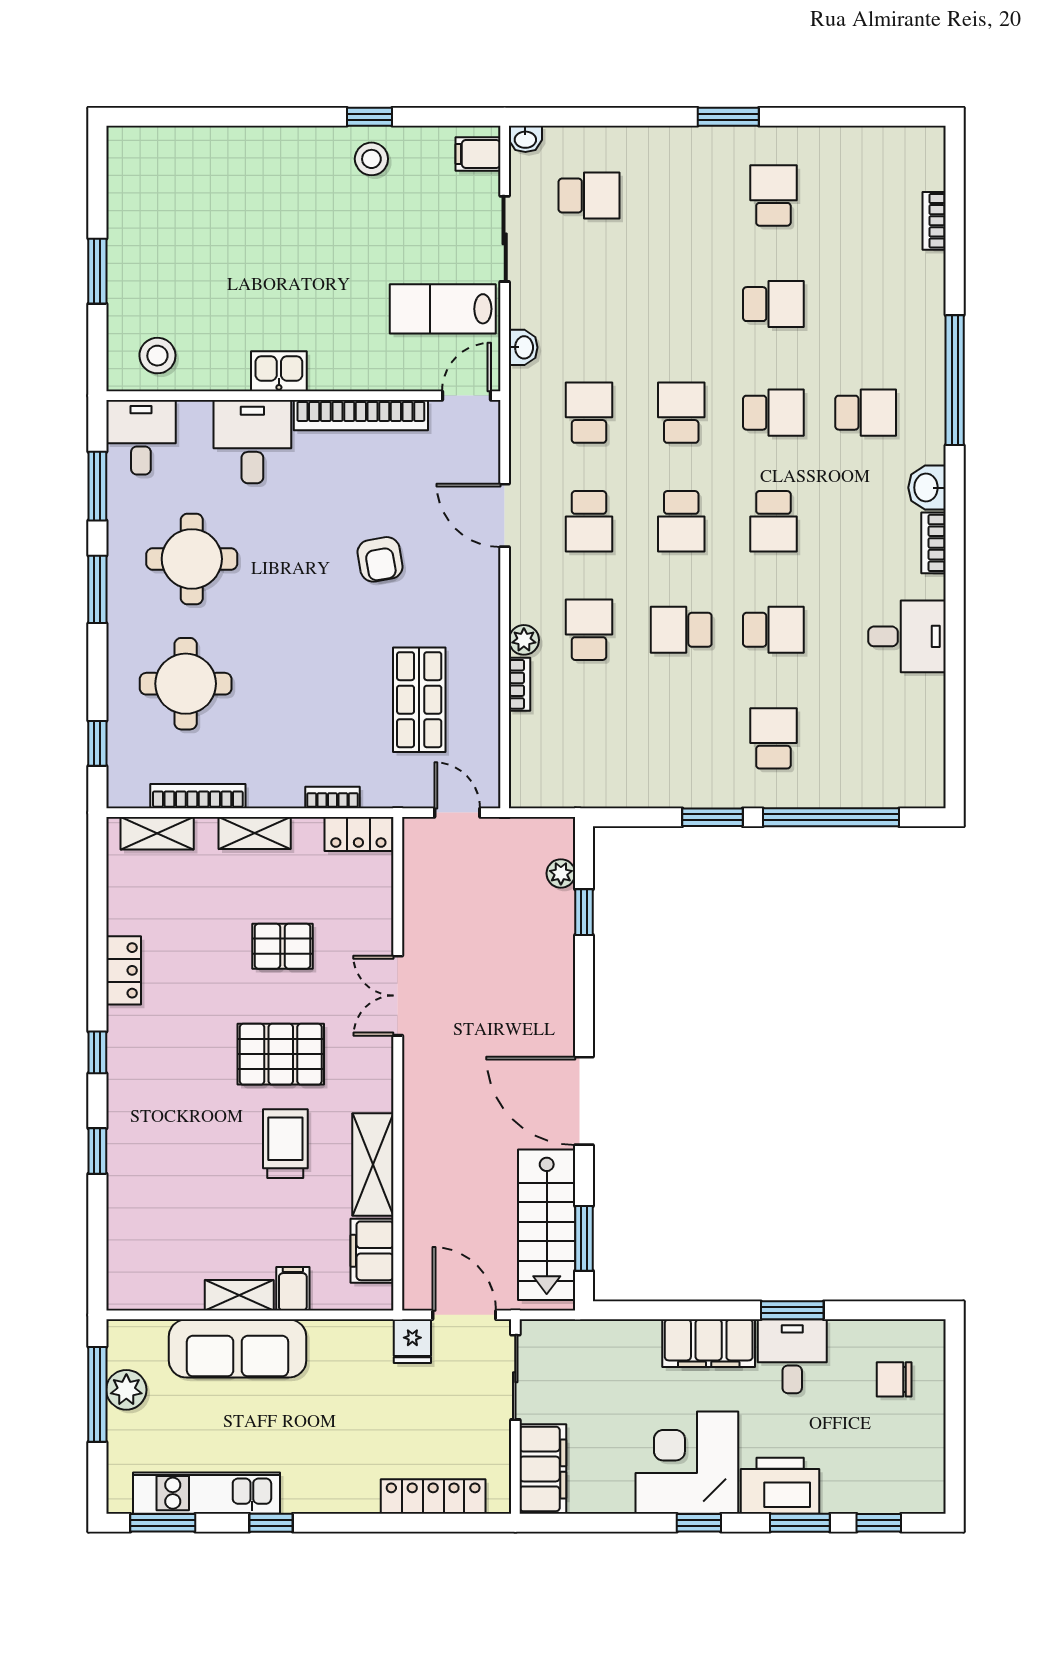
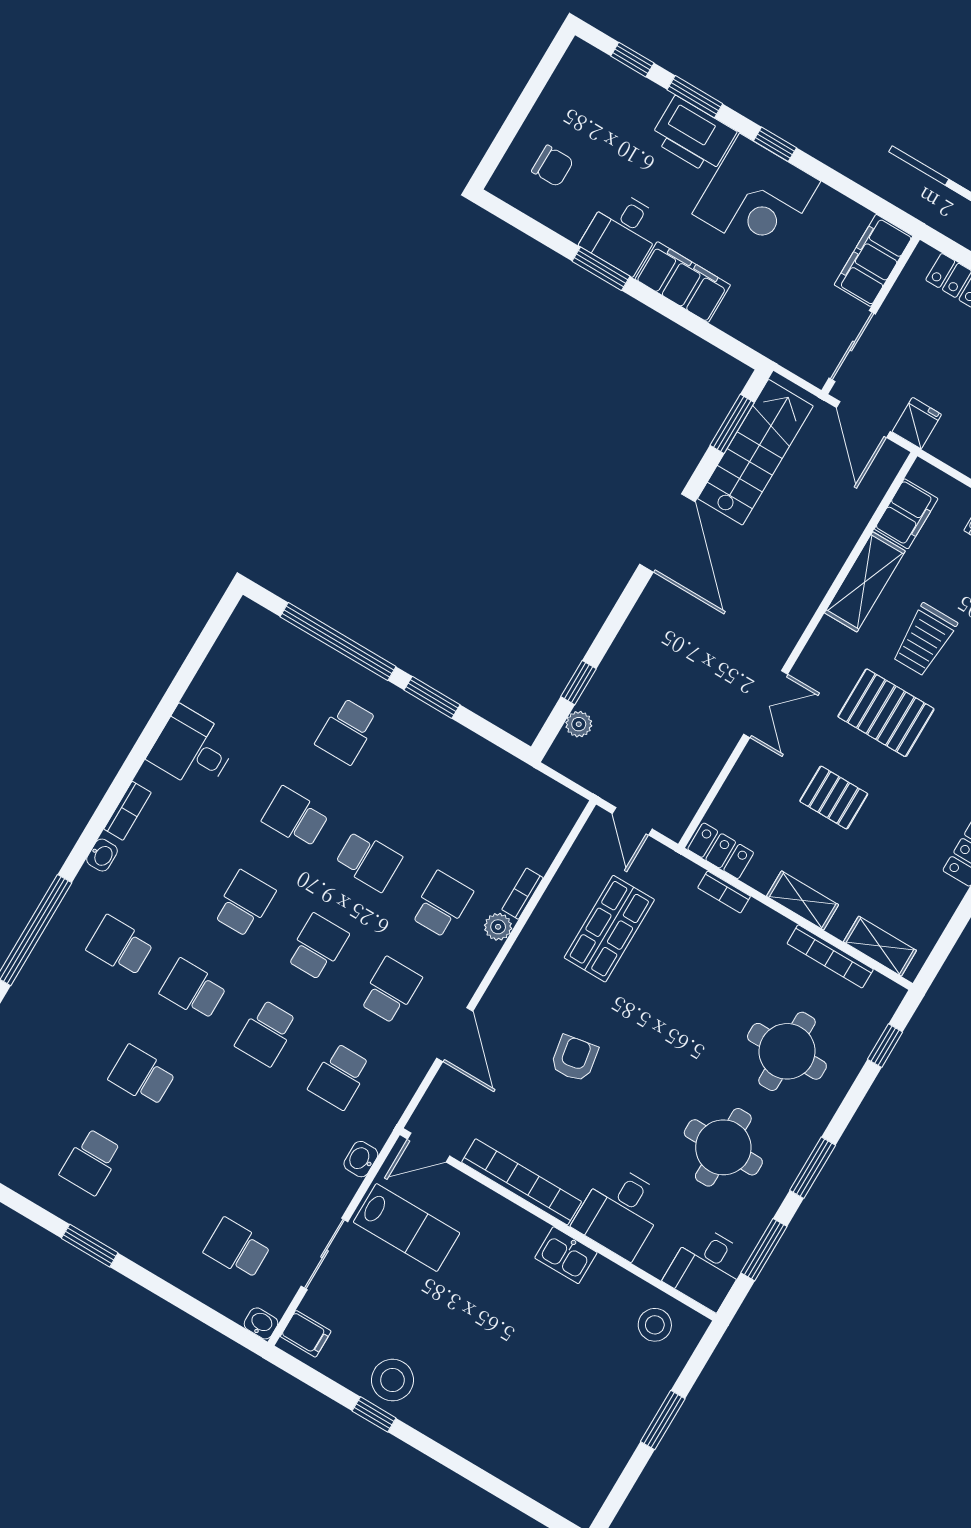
stool: (371, 159) -> (392, 1380), width x1.38, depth x1.38
washbasin: (927, 488) -> (102, 855), width x0.72, depth x0.69
school desk: (589, 630) -> (442, 904), turned 180

